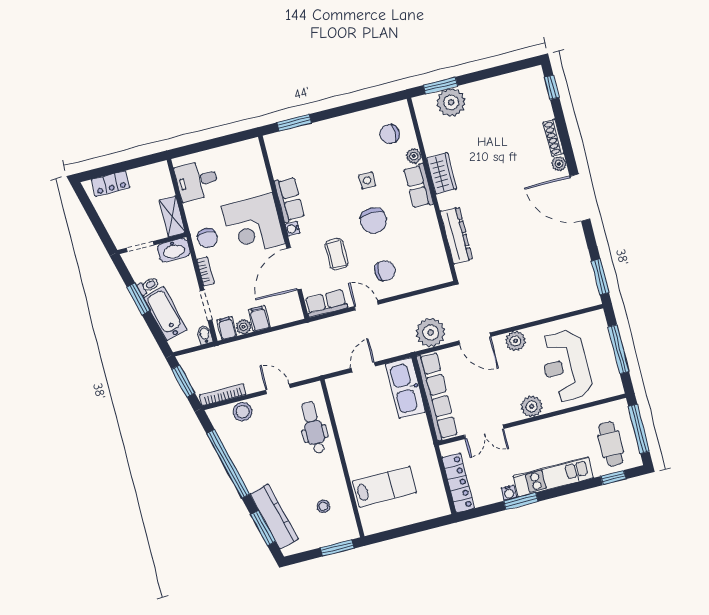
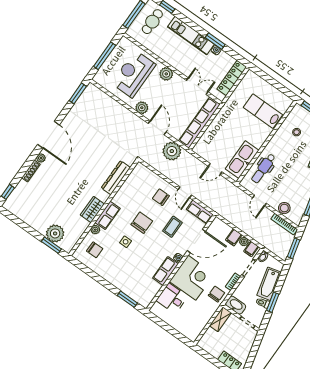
desk: (197, 181) -> (172, 298), moved, turned 180
reception desk: (566, 366) -> (134, 74), turned 180
kitchen sink: (405, 388) -> (242, 160), moved, turned 180

